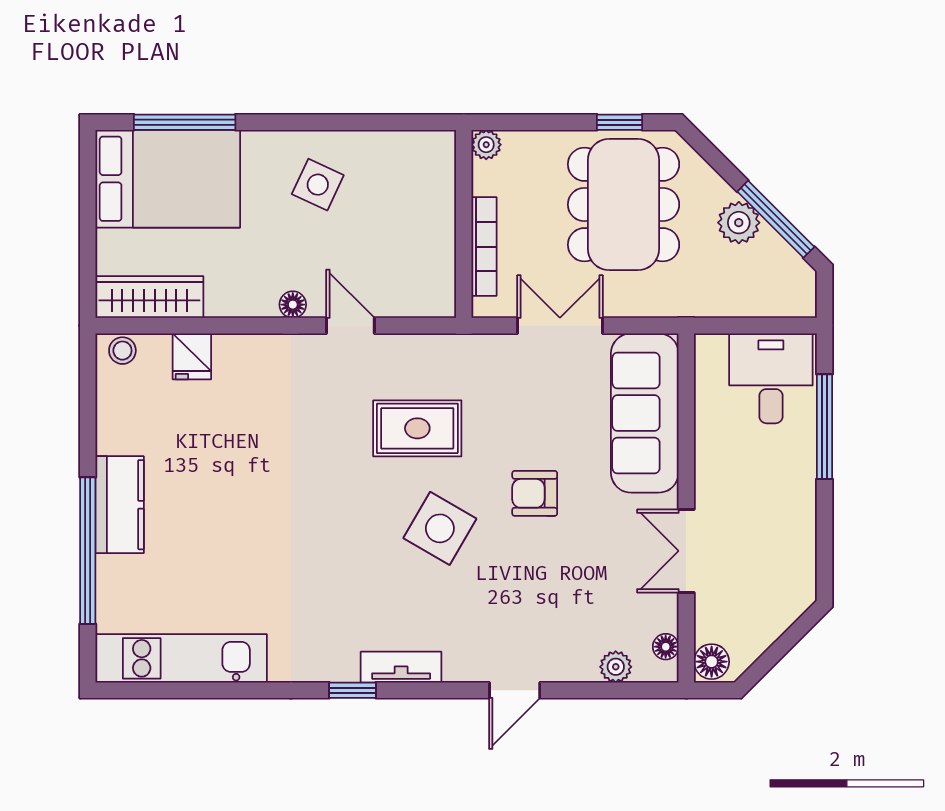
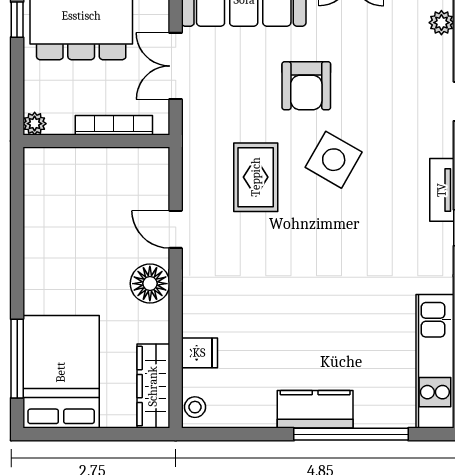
side table: (318, 185) -> (66, 255), removed
floor lamp: (293, 305) -> (150, 284), width x1.89, depth x1.89
door: (350, 326) -> (176, 229), hinge flipped
armchair: (535, 493) -> (306, 86), width x1.38, depth x1.38

